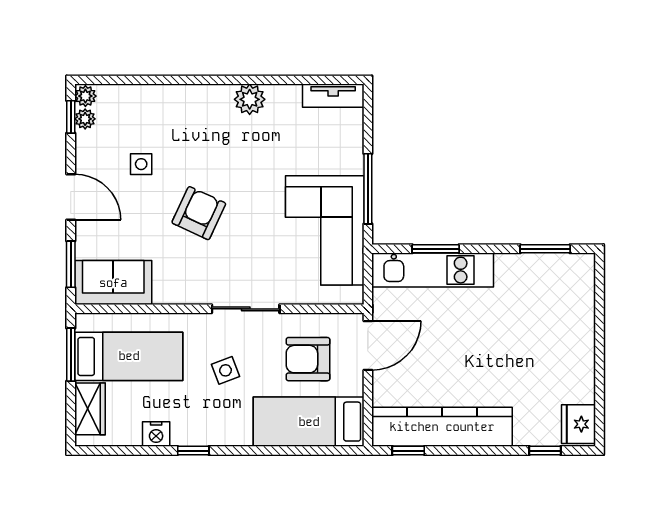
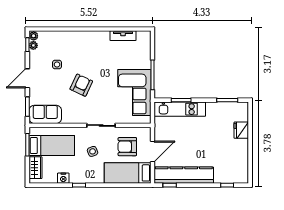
tv unit: (333, 96) -> (123, 36), moved
plant: (250, 99) -> (103, 37), removed
door: (71, 197) -> (27, 78), swing flipped
door: (368, 346) -> (153, 151), moved
fridge: (579, 424) -> (241, 130), moved

